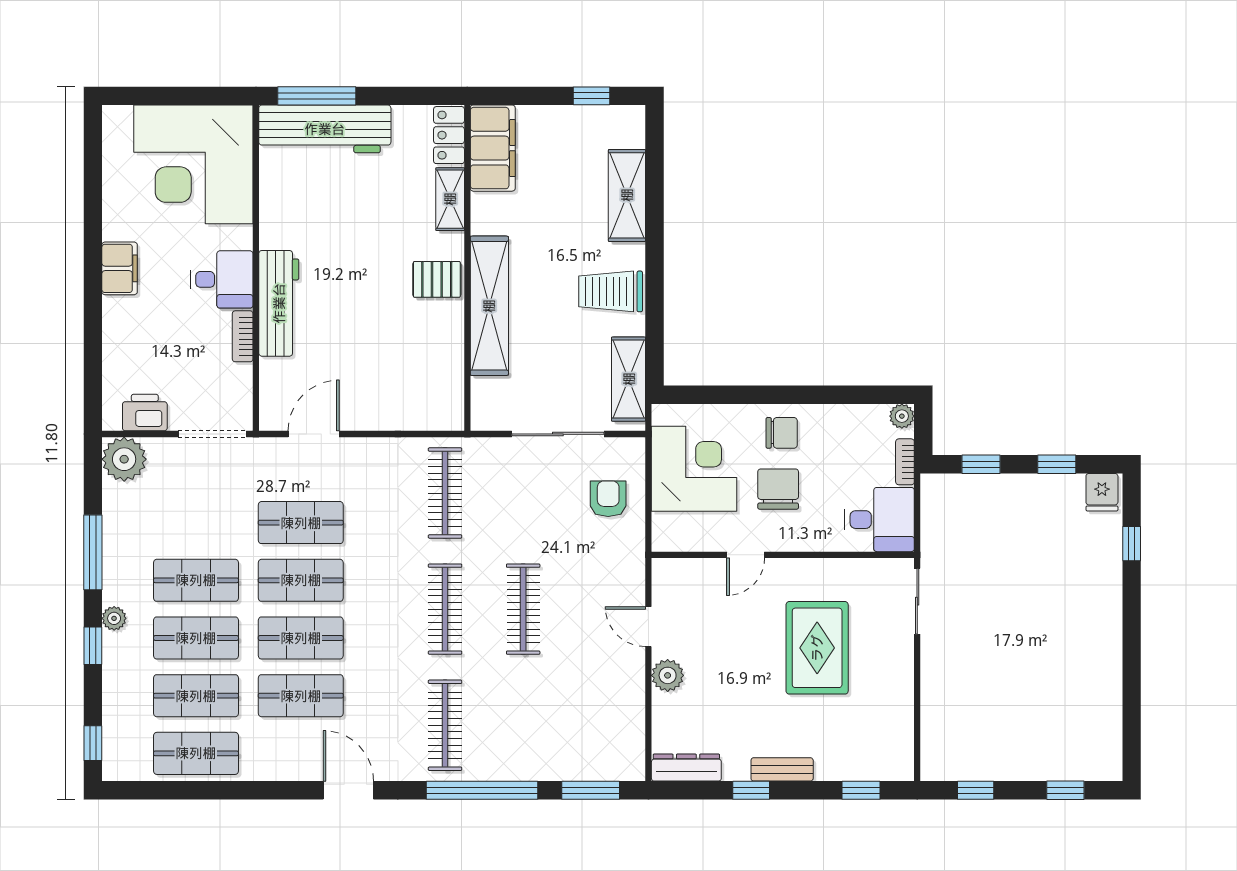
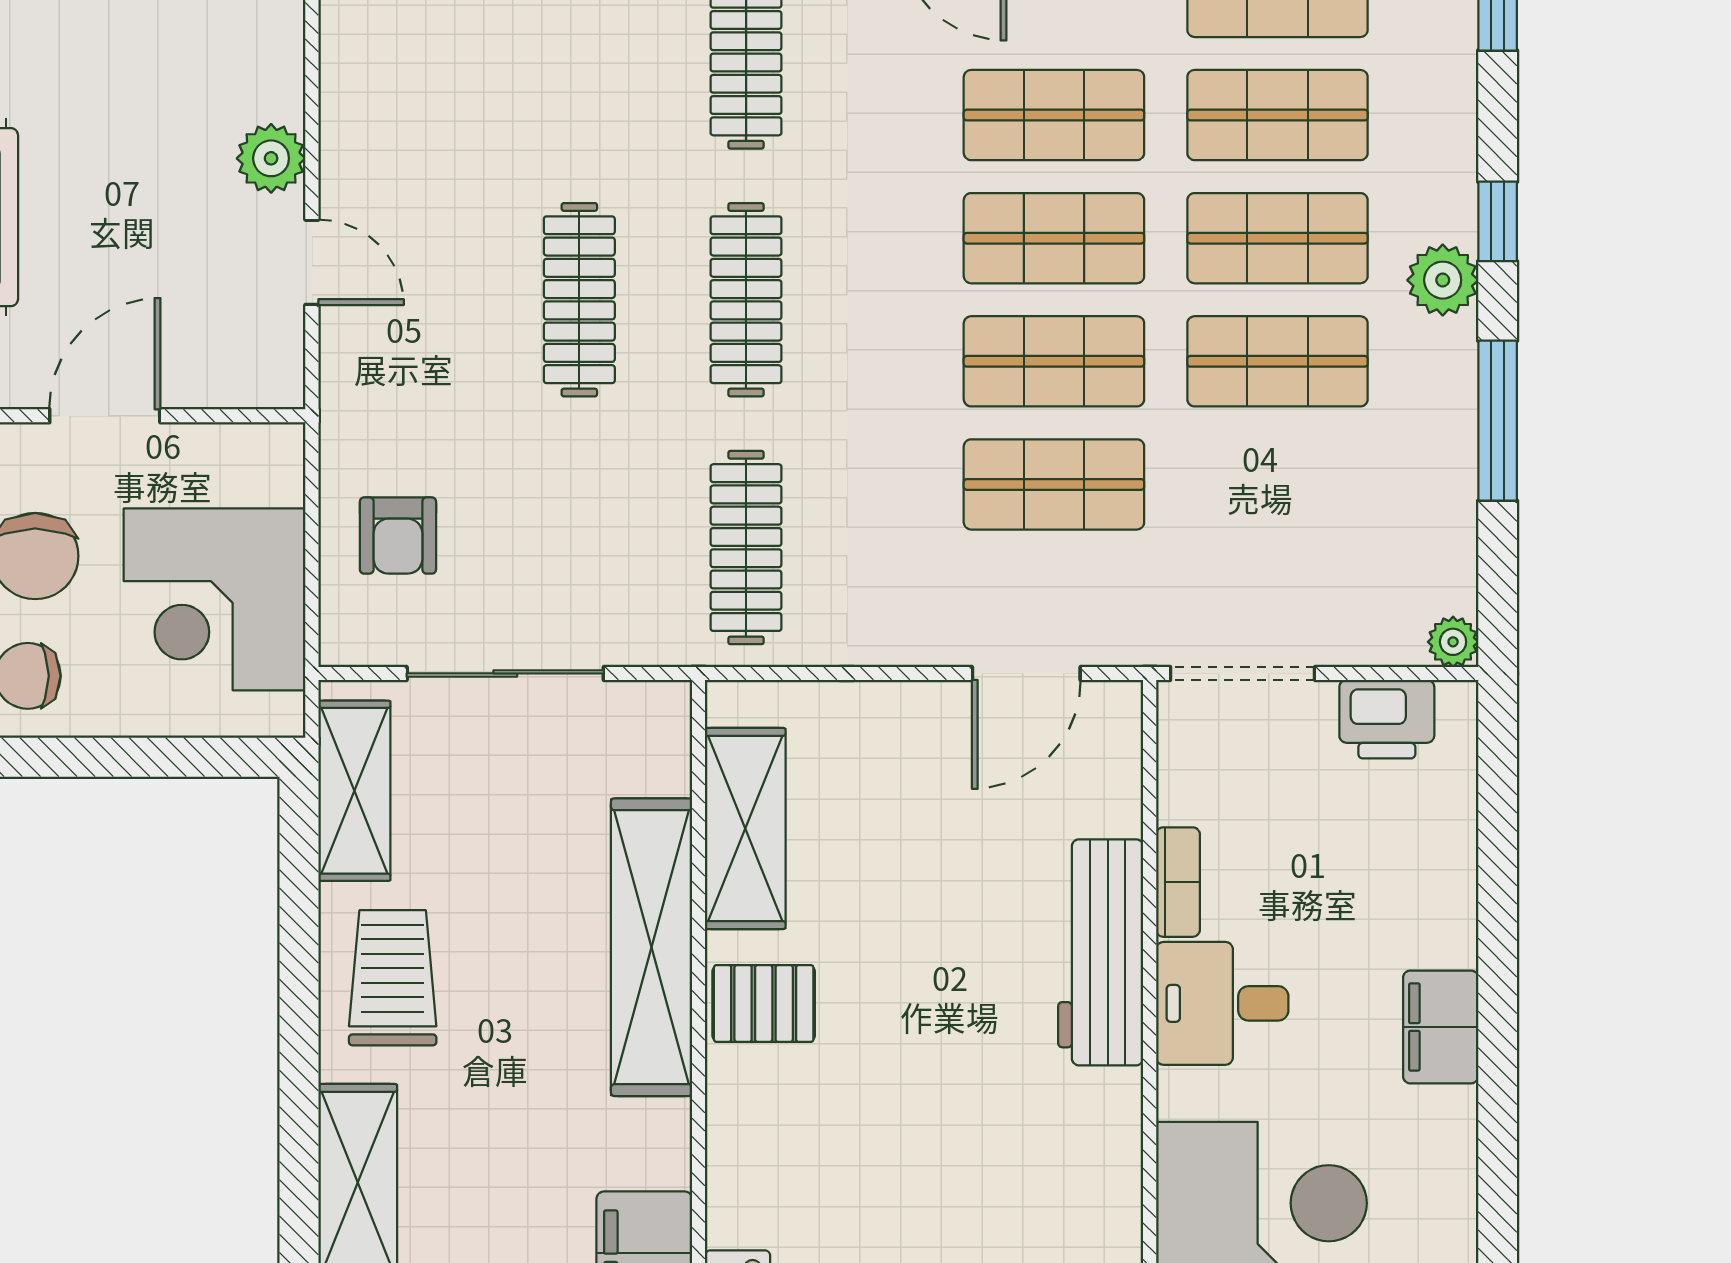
shelving: (450, 199) -> (745, 828), moved, width x1.50, depth x1.33
trolley: (611, 291) -> (393, 978), turned -90
plant: (124, 459) -> (1453, 642), width x0.53, depth x0.53
door: (746, 555) -> (105, 416), width x1.38
plant: (114, 618) -> (1443, 280), width x1.38, depth x1.38

